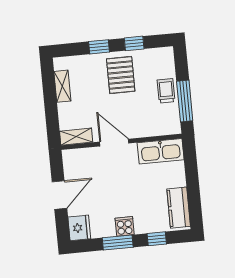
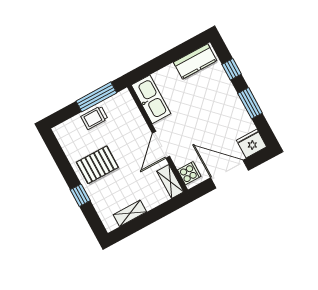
window: (134, 43) -> (64, 165), removed
door: (59, 195) -> (229, 174), width x1.36
cooker: (125, 226) -> (189, 173), moved, turned 180

